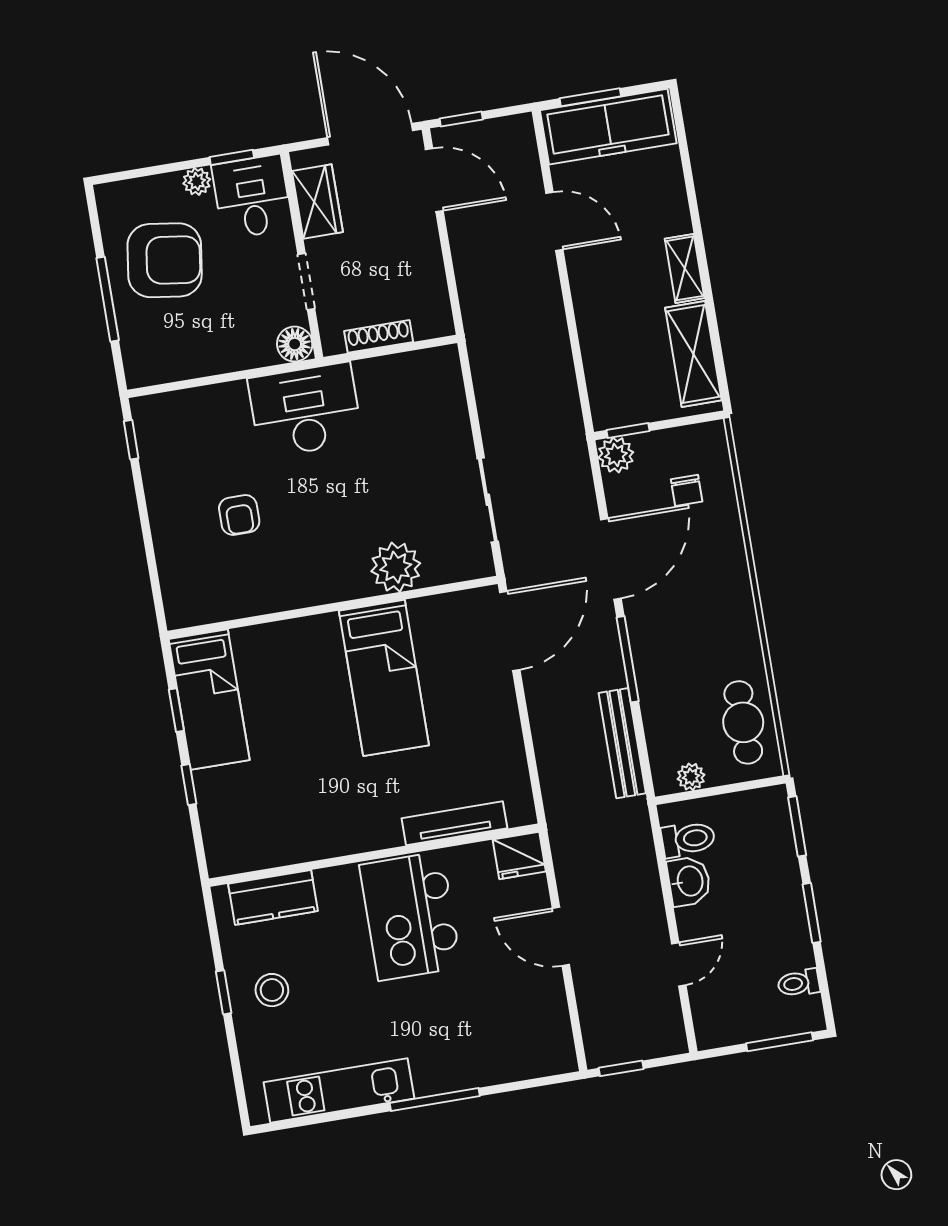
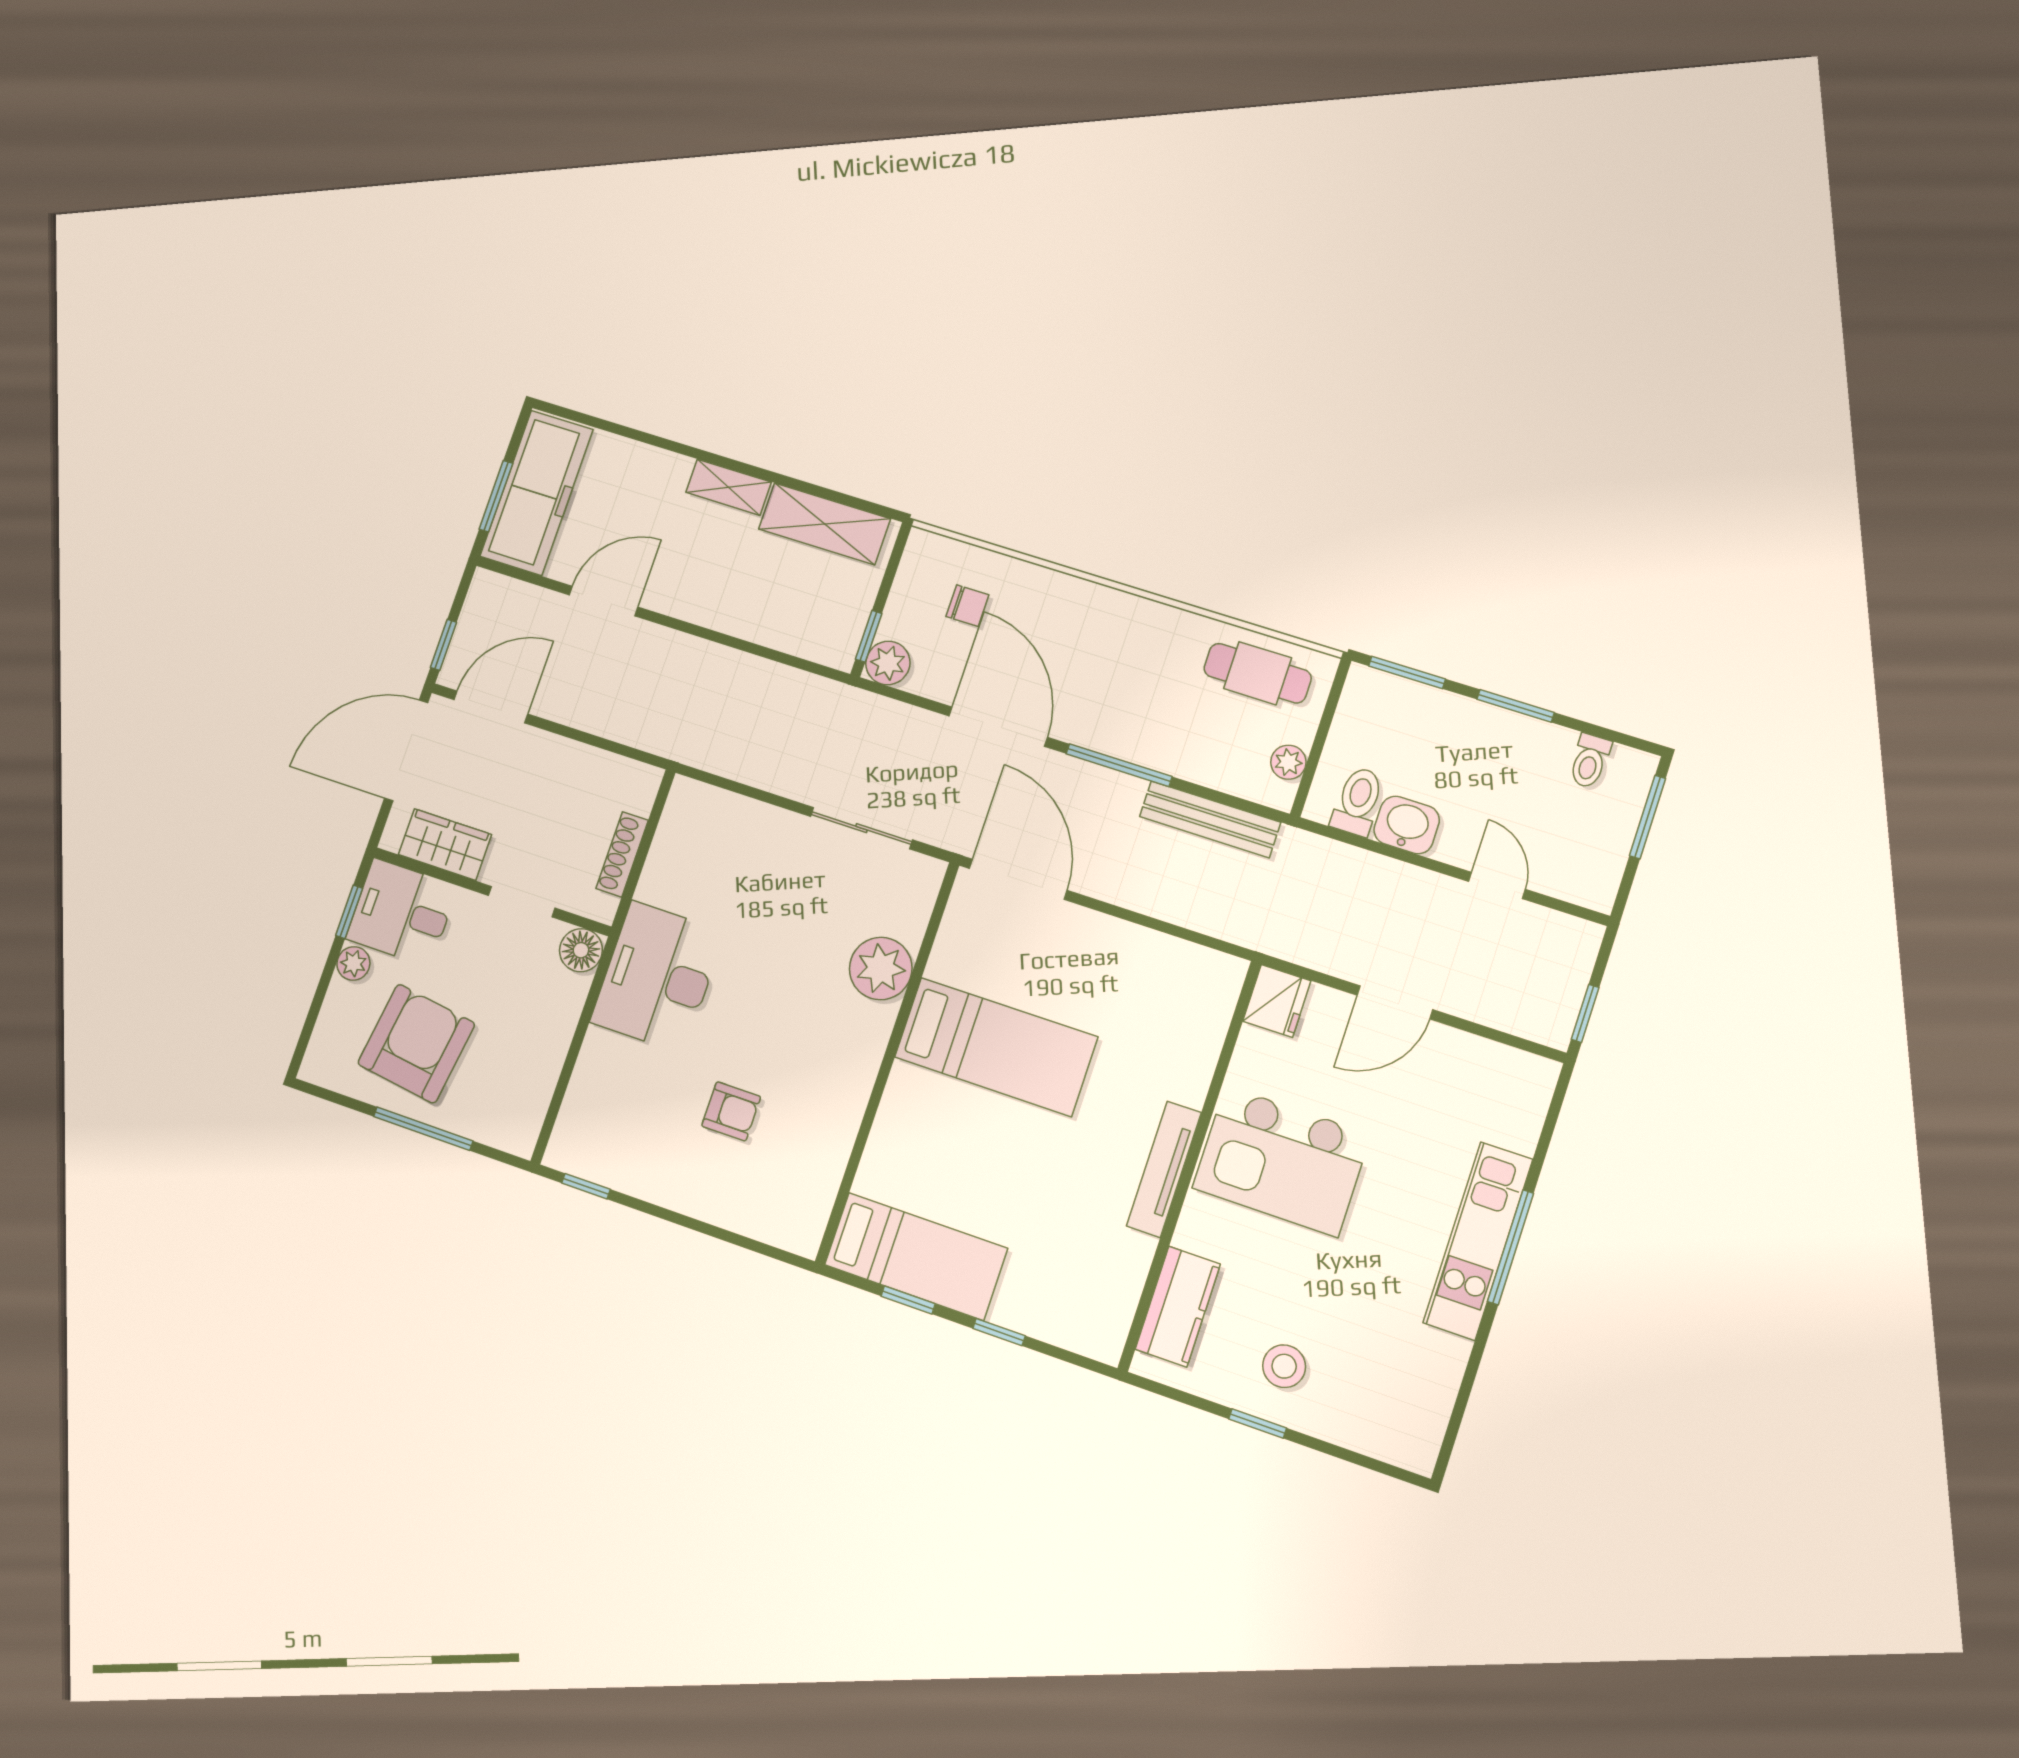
tv unit: (454, 823) -> (1164, 1169), moved
kitchen unit: (339, 1090) -> (1478, 1241), moved

